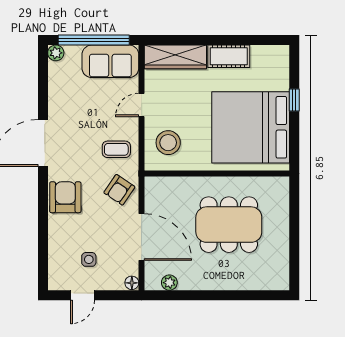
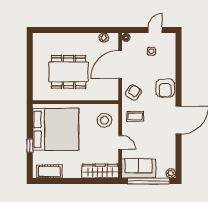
cot: (229, 56) -> (49, 171), moved
door: (142, 105) -> (120, 143), hinge flipped
door: (142, 237) -> (120, 64), hinge flipped

